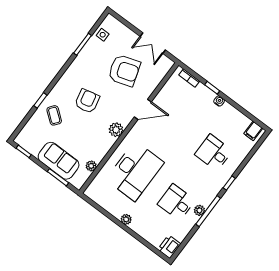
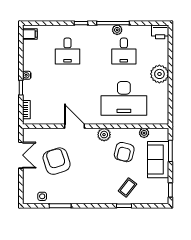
armchair: (87, 101) -> (124, 152), moved, turned -63
desk: (135, 171) -> (124, 98), turned 180
plant: (126, 219) -> (159, 74), width x1.88, depth x1.88

